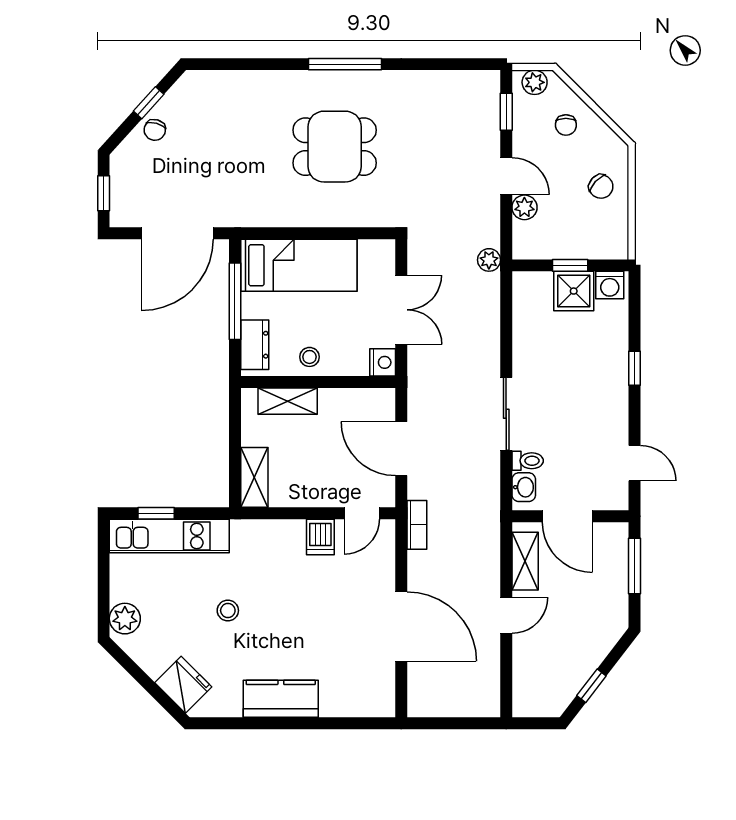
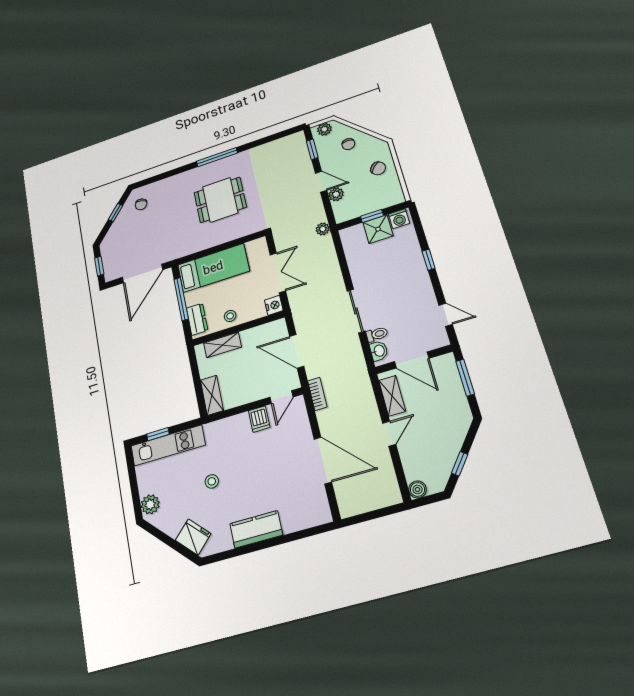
chair: (155, 130) -> (141, 204), moved
boiler: (524, 705) -> (418, 489), added

